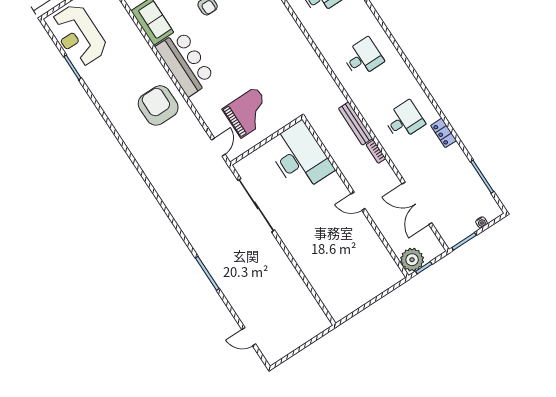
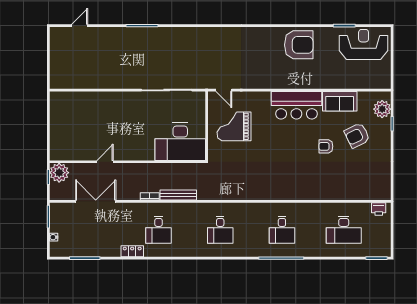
armchair: (158, 105) -> (299, 45), moved
grand piano: (248, 112) -> (234, 126), turned 90
door: (358, 201) -> (105, 162), moved

